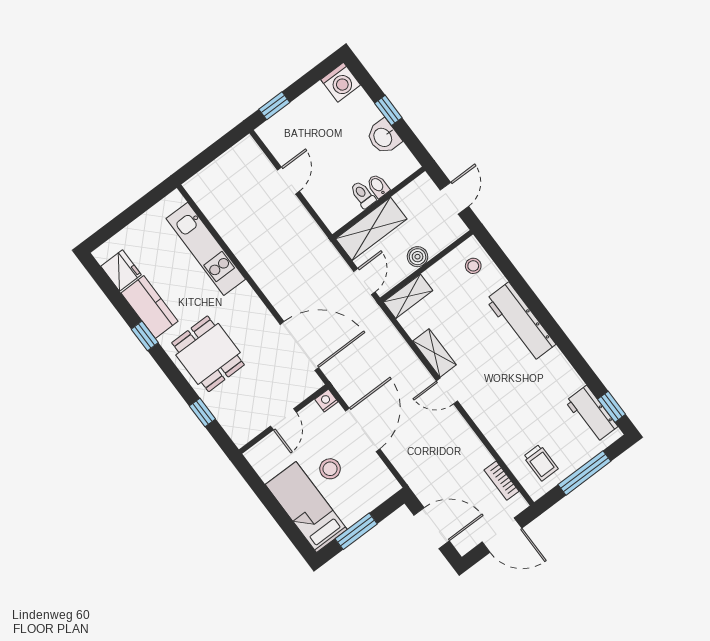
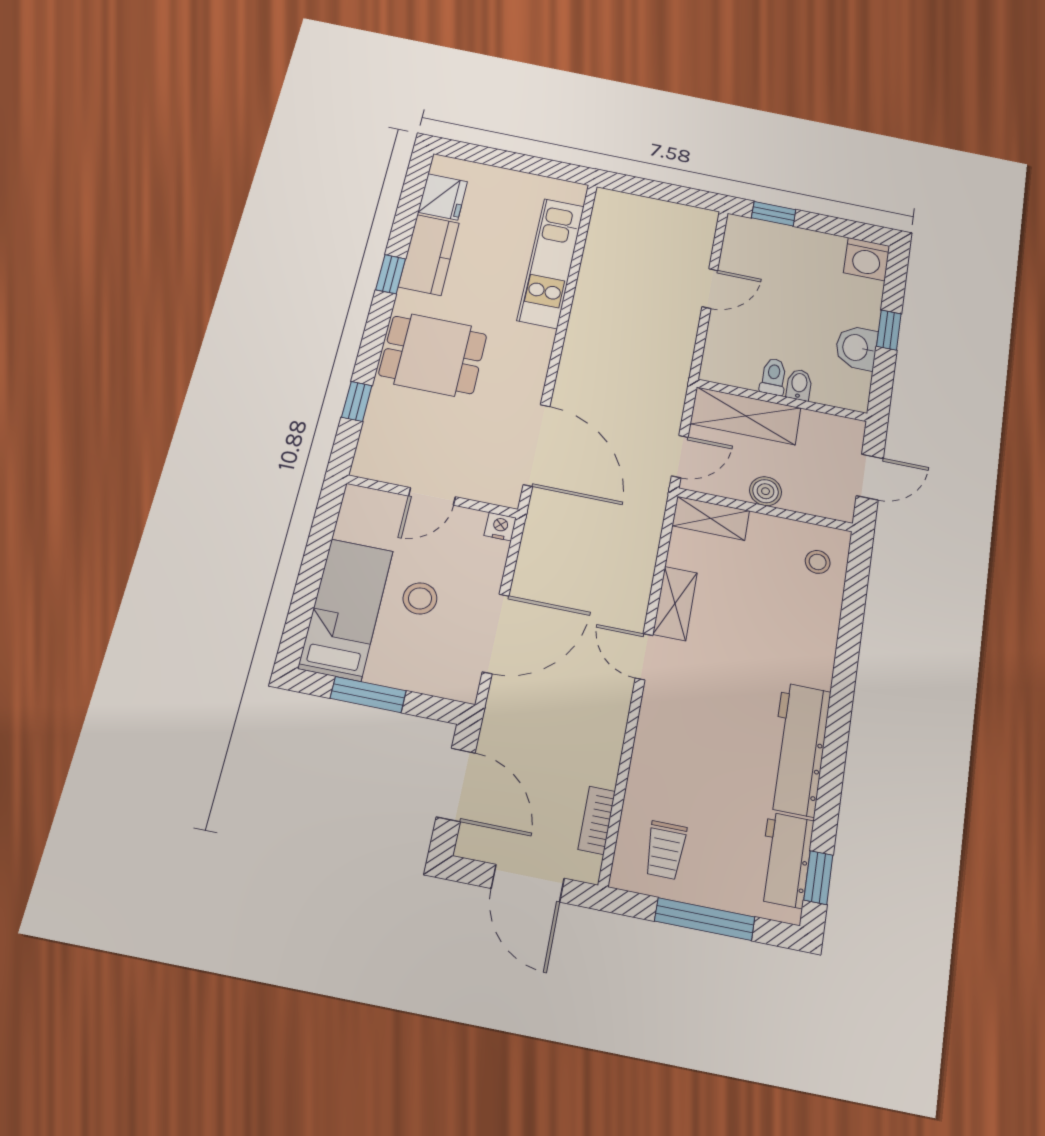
workbench: (521, 322) -> (798, 749), moved
dining table: (208, 354) -> (433, 355), turned 90
door: (363, 430) -> (496, 634), moved

